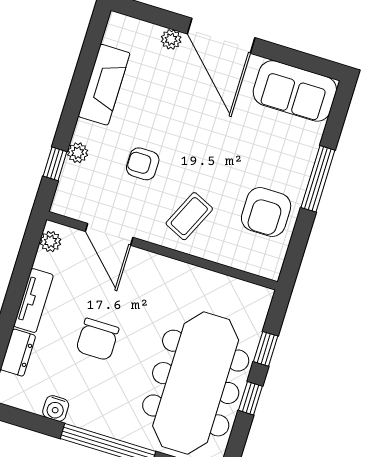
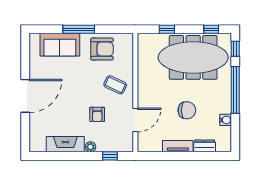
plant: (171, 39) -> (34, 119), removed
sofa: (295, 91) -> (60, 45), moved, turned 90
plant: (78, 153) -> (90, 147), moved
plant: (51, 241) -> (147, 147), removed
window: (250, 398) -> (211, 29), moved

